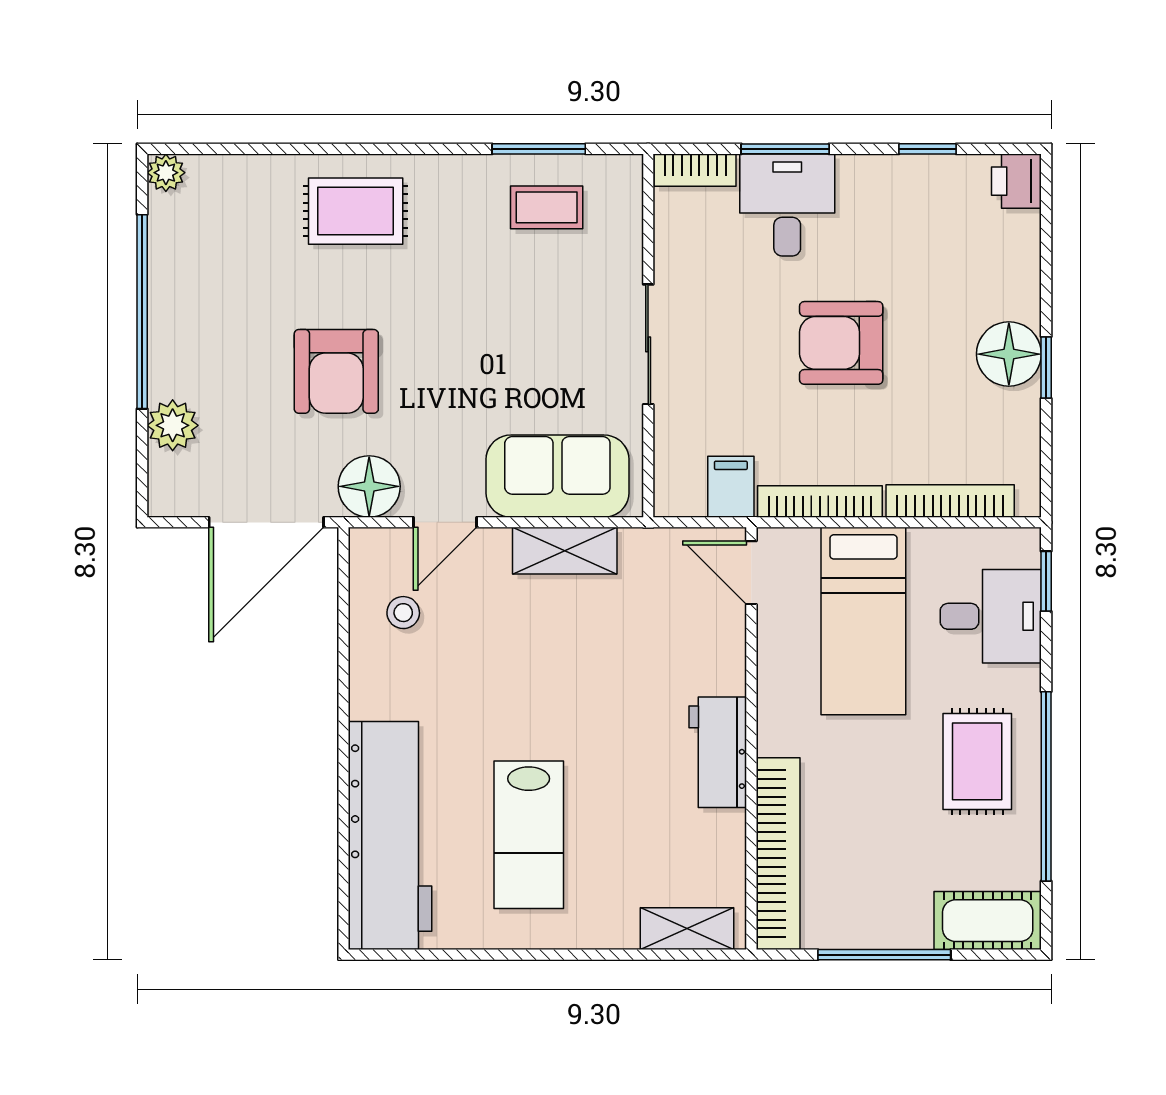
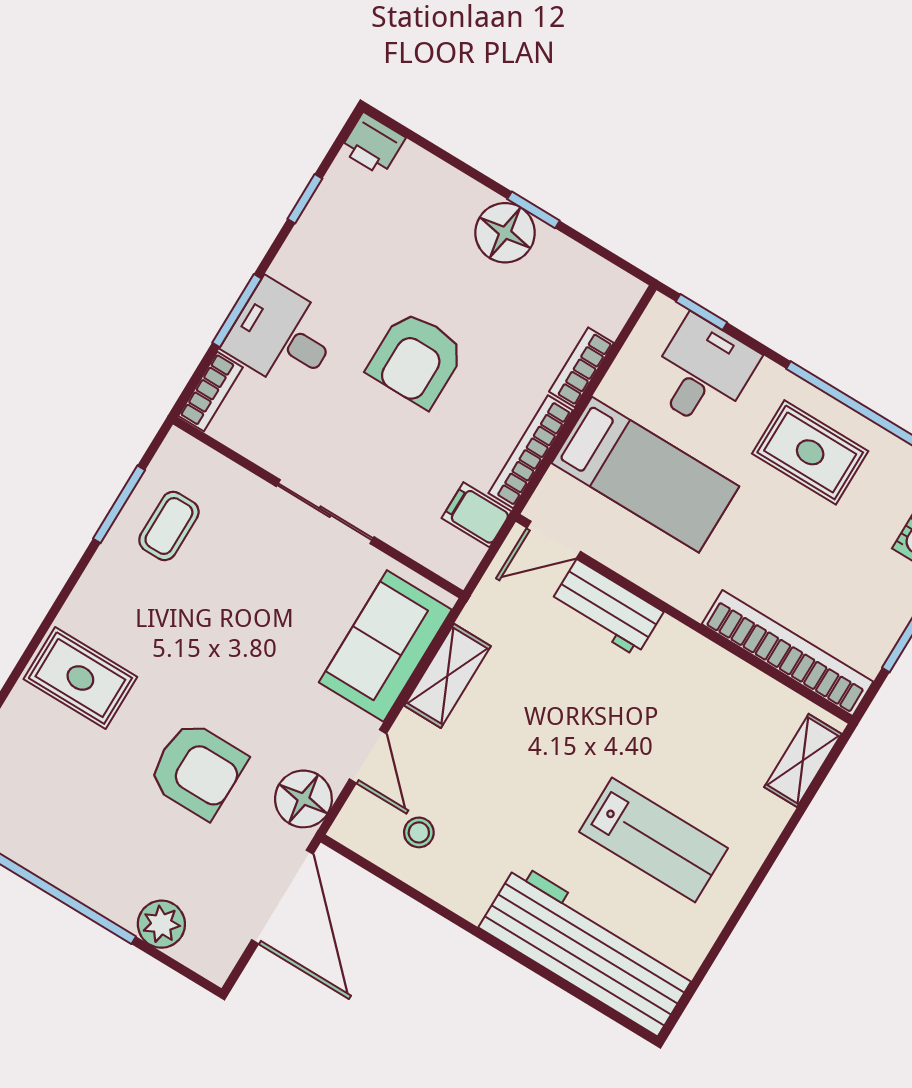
rug: (356, 211) -> (80, 678), turned 90
bookcase: (950, 501) -> (581, 367), width x0.64
workbench: (718, 752) -> (607, 608), moved

